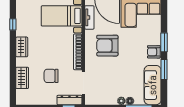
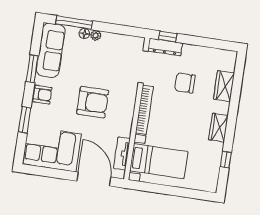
window: (164, 42) -> (25, 120), moved
armchair: (107, 46) -> (93, 102), moved
chair: (51, 76) -> (185, 83), turned 180

